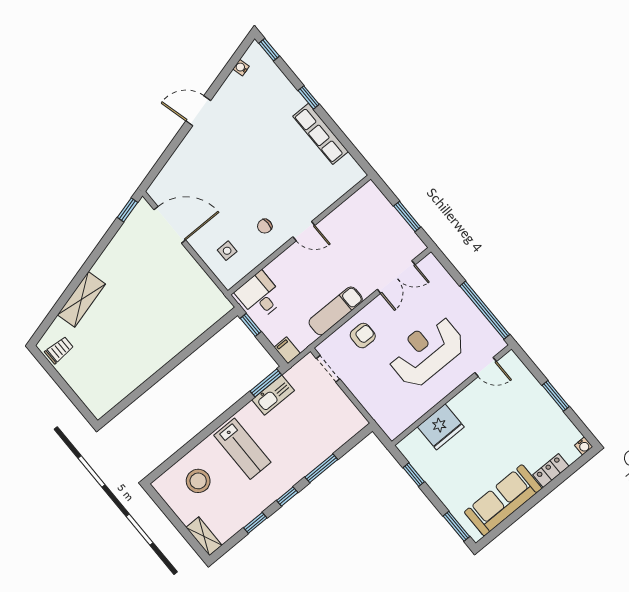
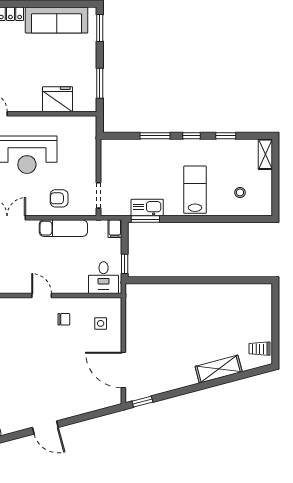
window: (414, 475) -> (100, 83), width x1.50
stool: (198, 481) -> (240, 192), width x0.53, depth x0.53

